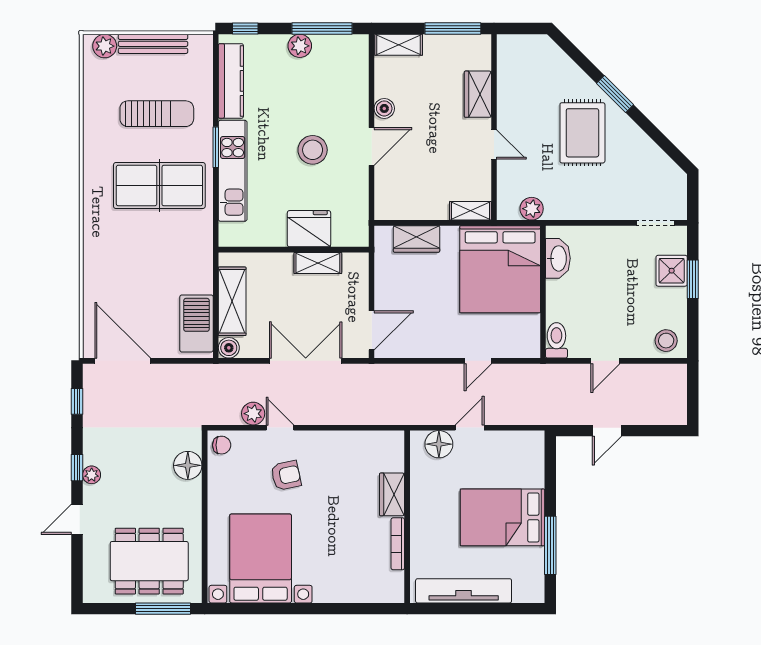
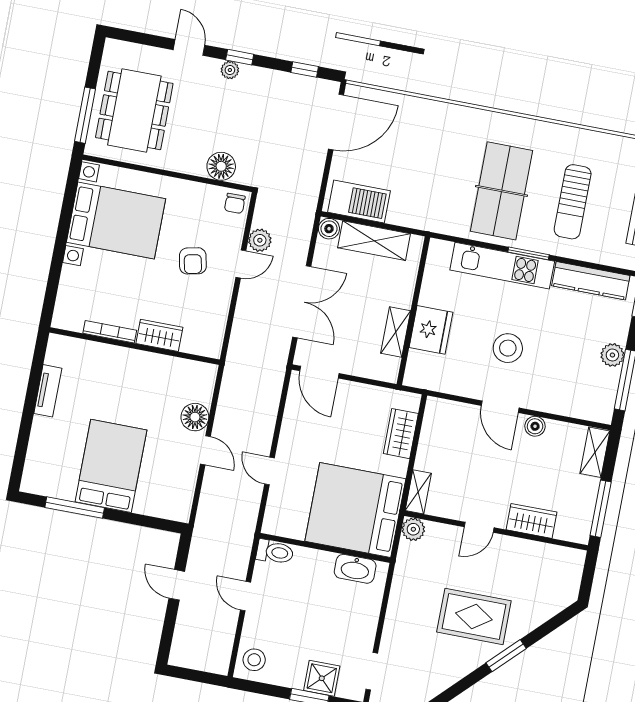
plant: (532, 209) -> (413, 529), moved
wardrobe: (392, 494) -> (159, 335), moved
wall: (407, 517) -> (135, 346), moved
bookcase: (398, 544) -> (110, 332), moved
tv unit: (464, 591) -> (48, 391), width x0.52, depth x0.78

